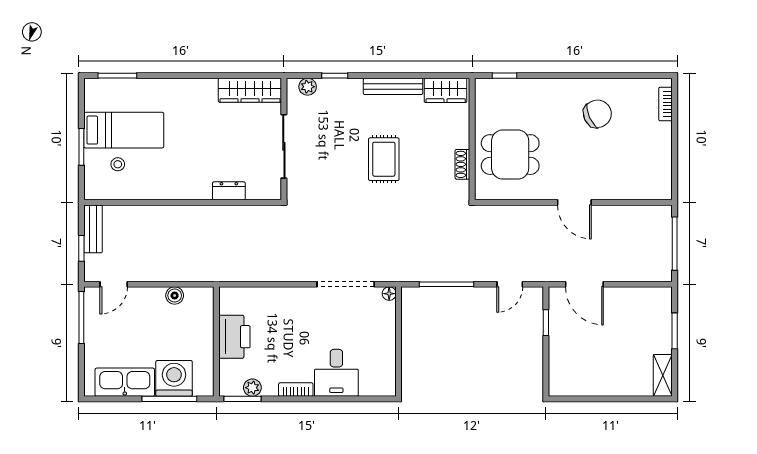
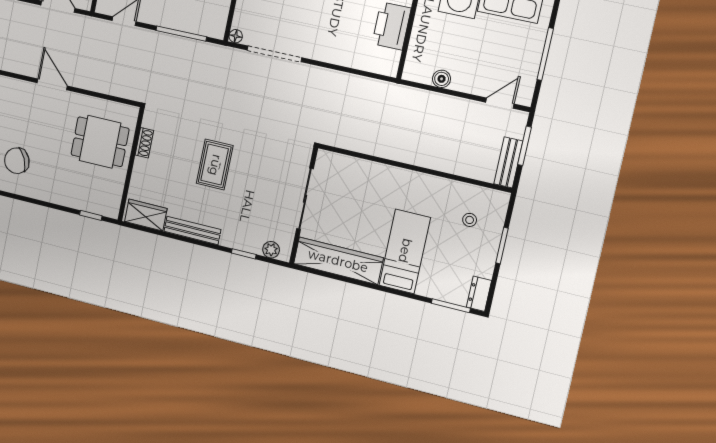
wardrobe: (250, 90) -> (338, 261), width x1.40, depth x1.17
bed: (124, 130) -> (405, 251), moved, turned 90
dresser: (229, 191) -> (479, 294), moved, turned 90
window: (81, 248) -> (524, 146), width x1.50
window: (81, 317) -> (545, 54), moved

